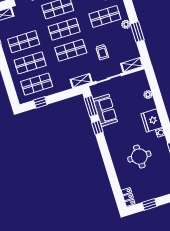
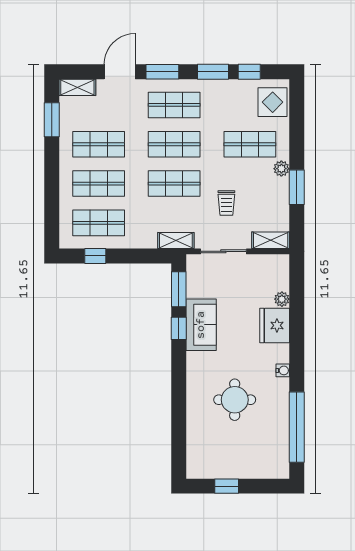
sofa: (105, 110) -> (201, 325), moved
fridge: (152, 120) -> (275, 325), moved
locker: (128, 197) -> (194, 462), removed

